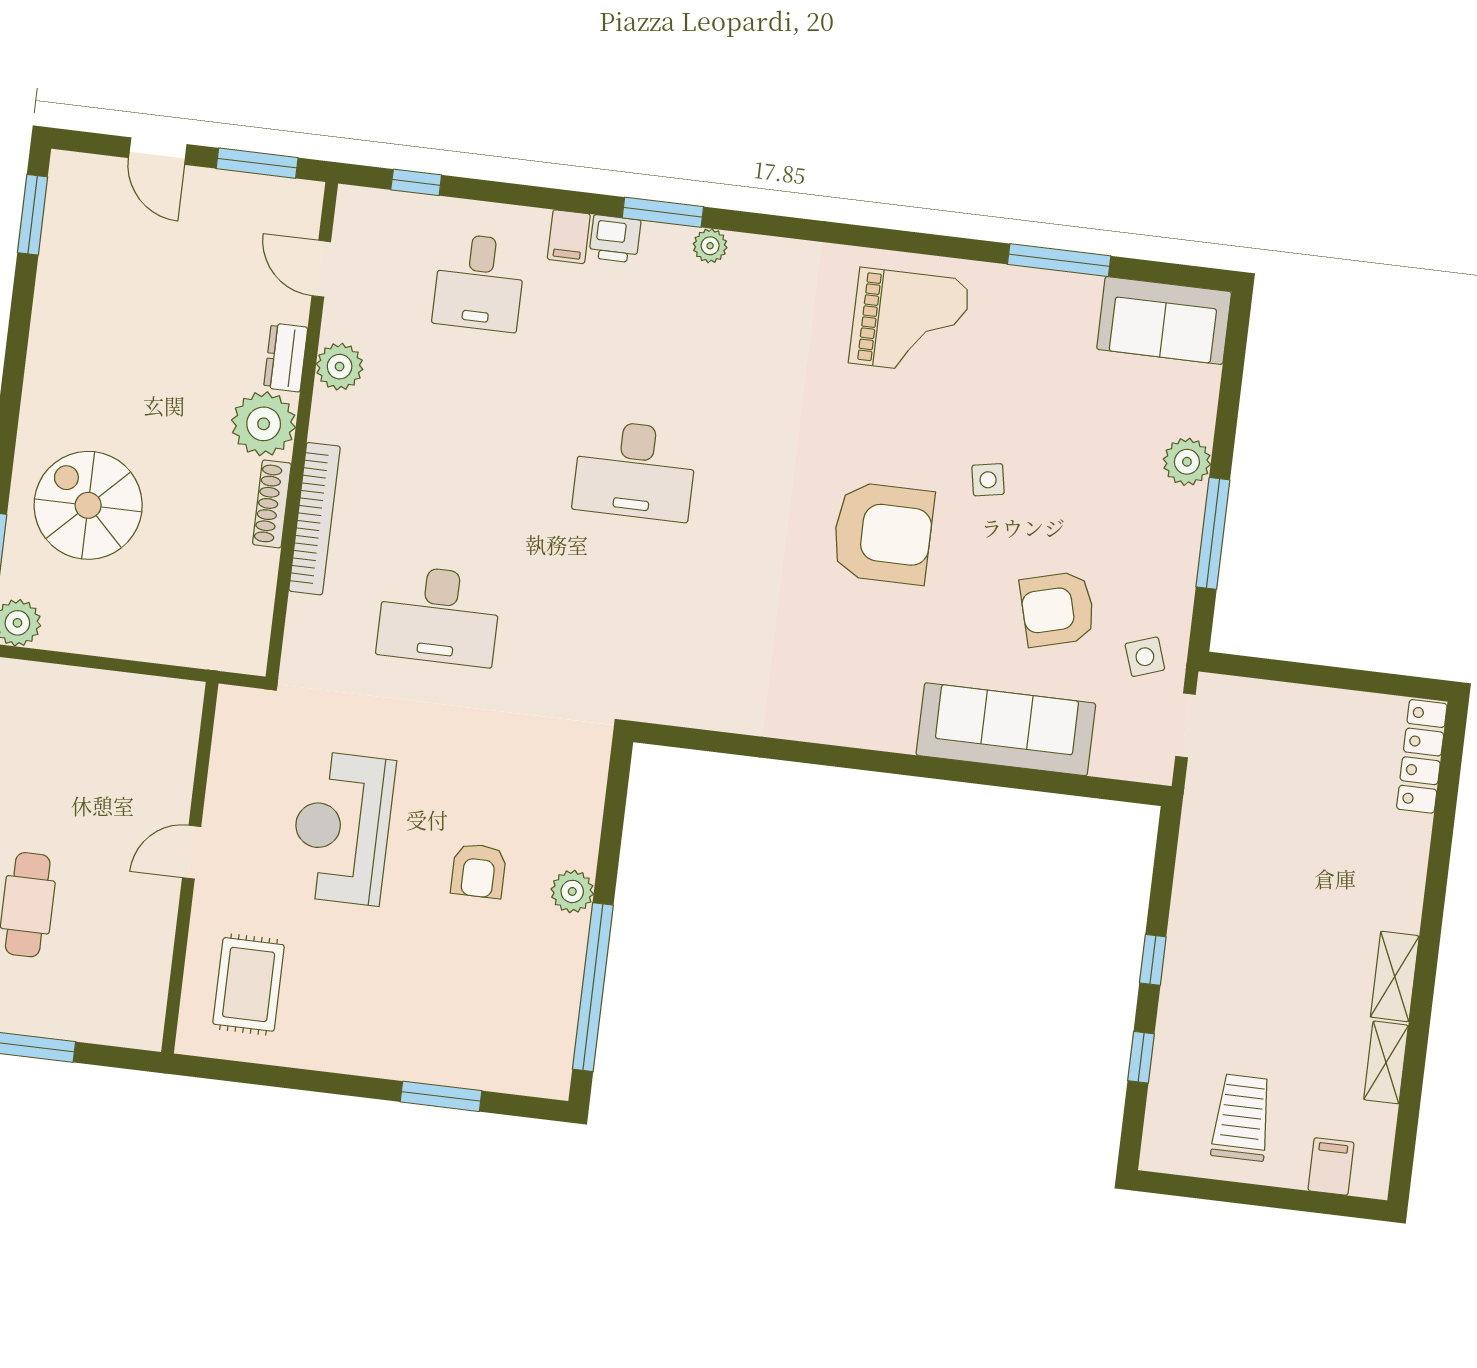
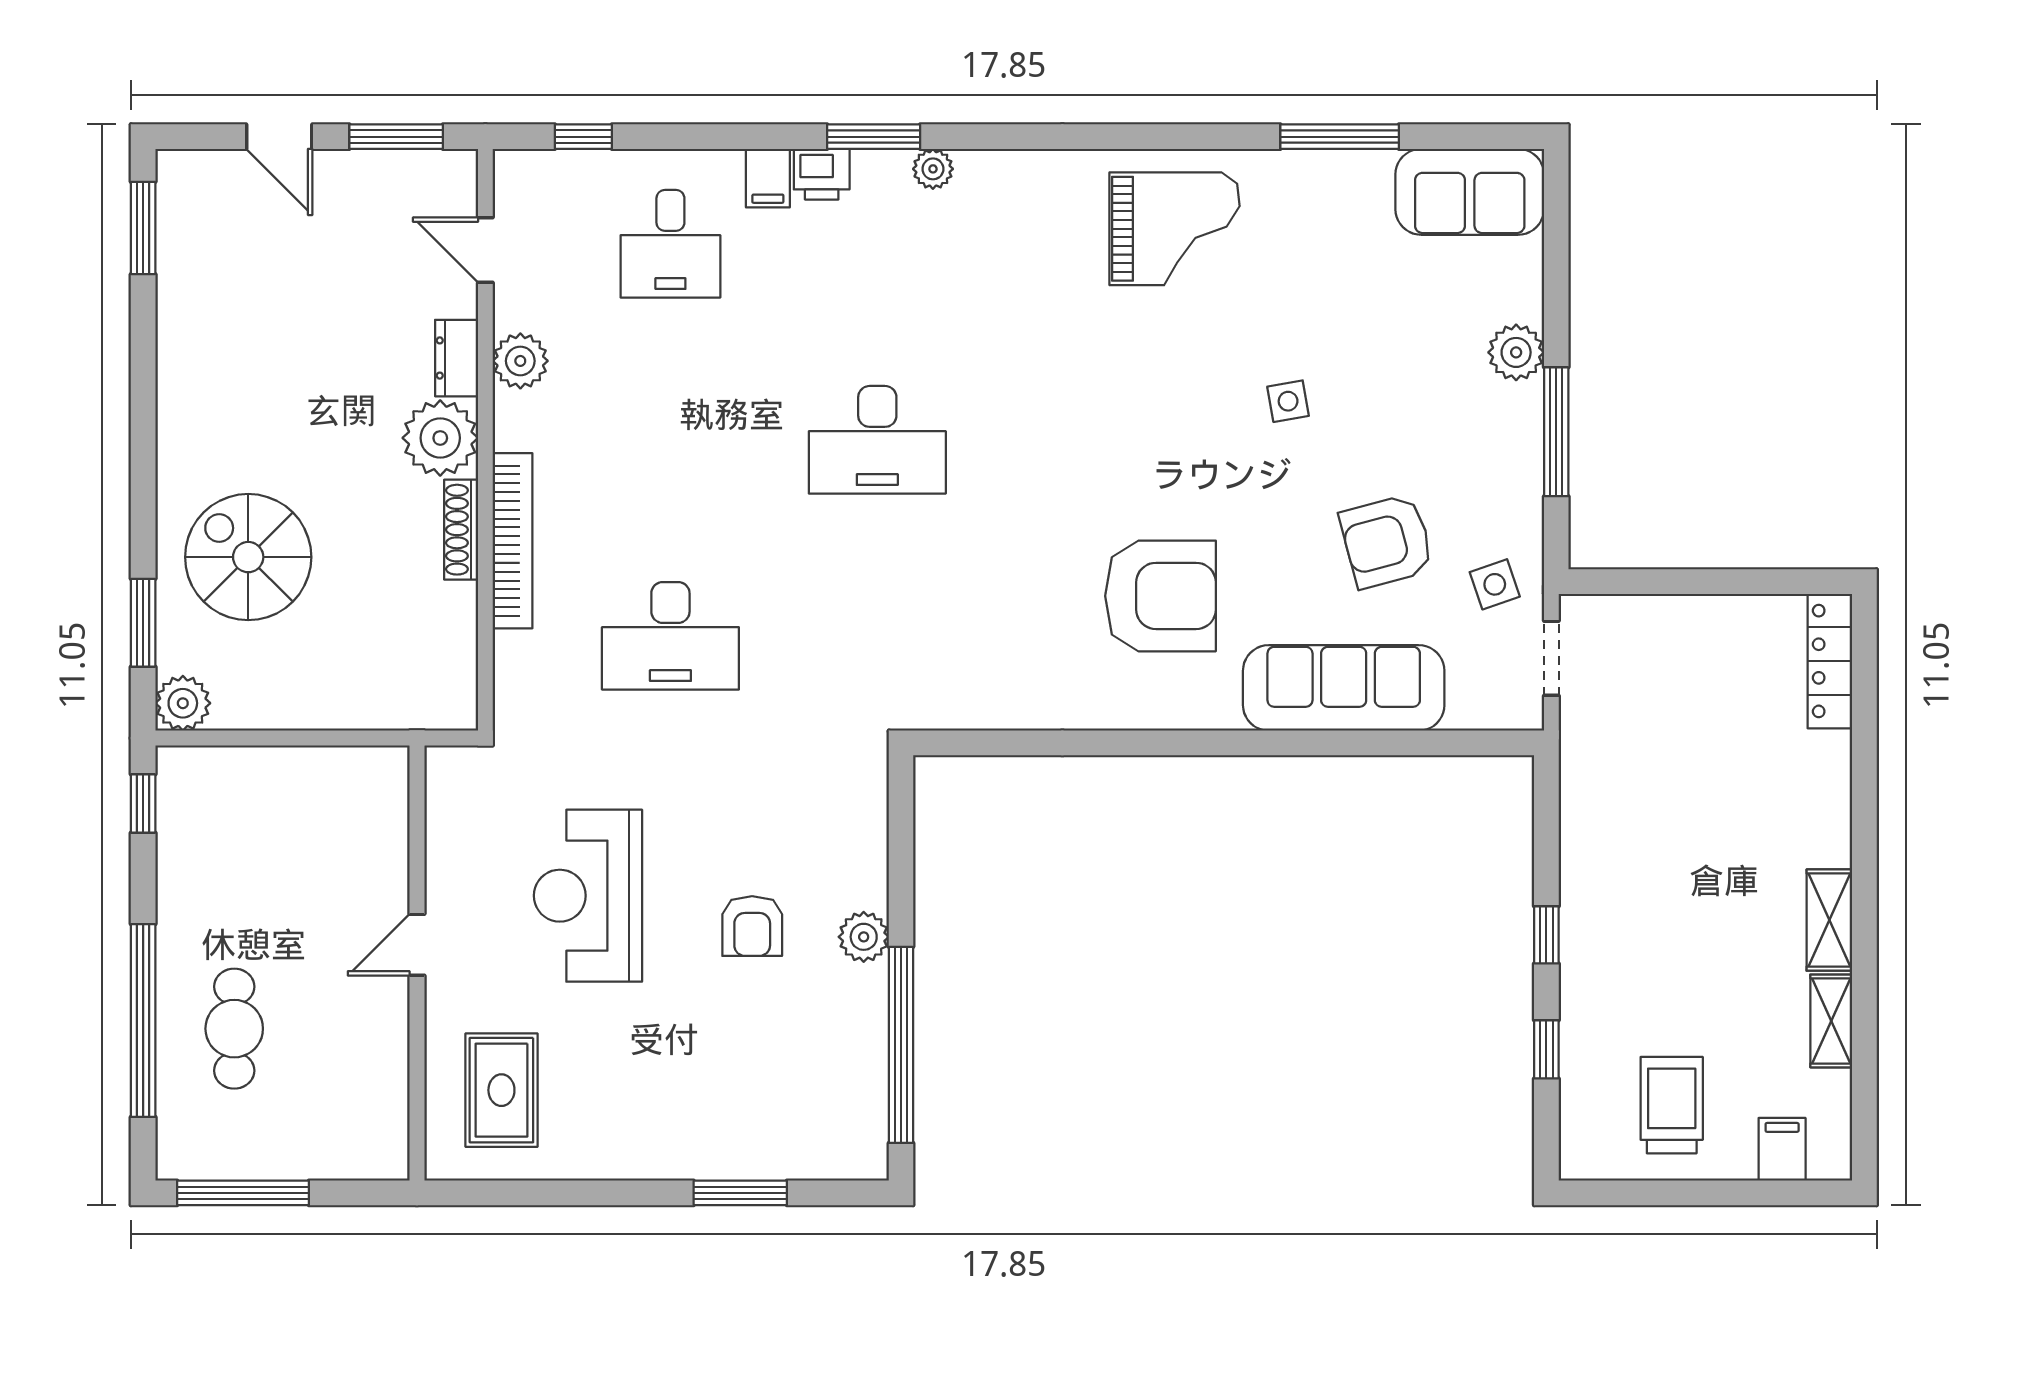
armchair: (883, 533) -> (1161, 596), moved

